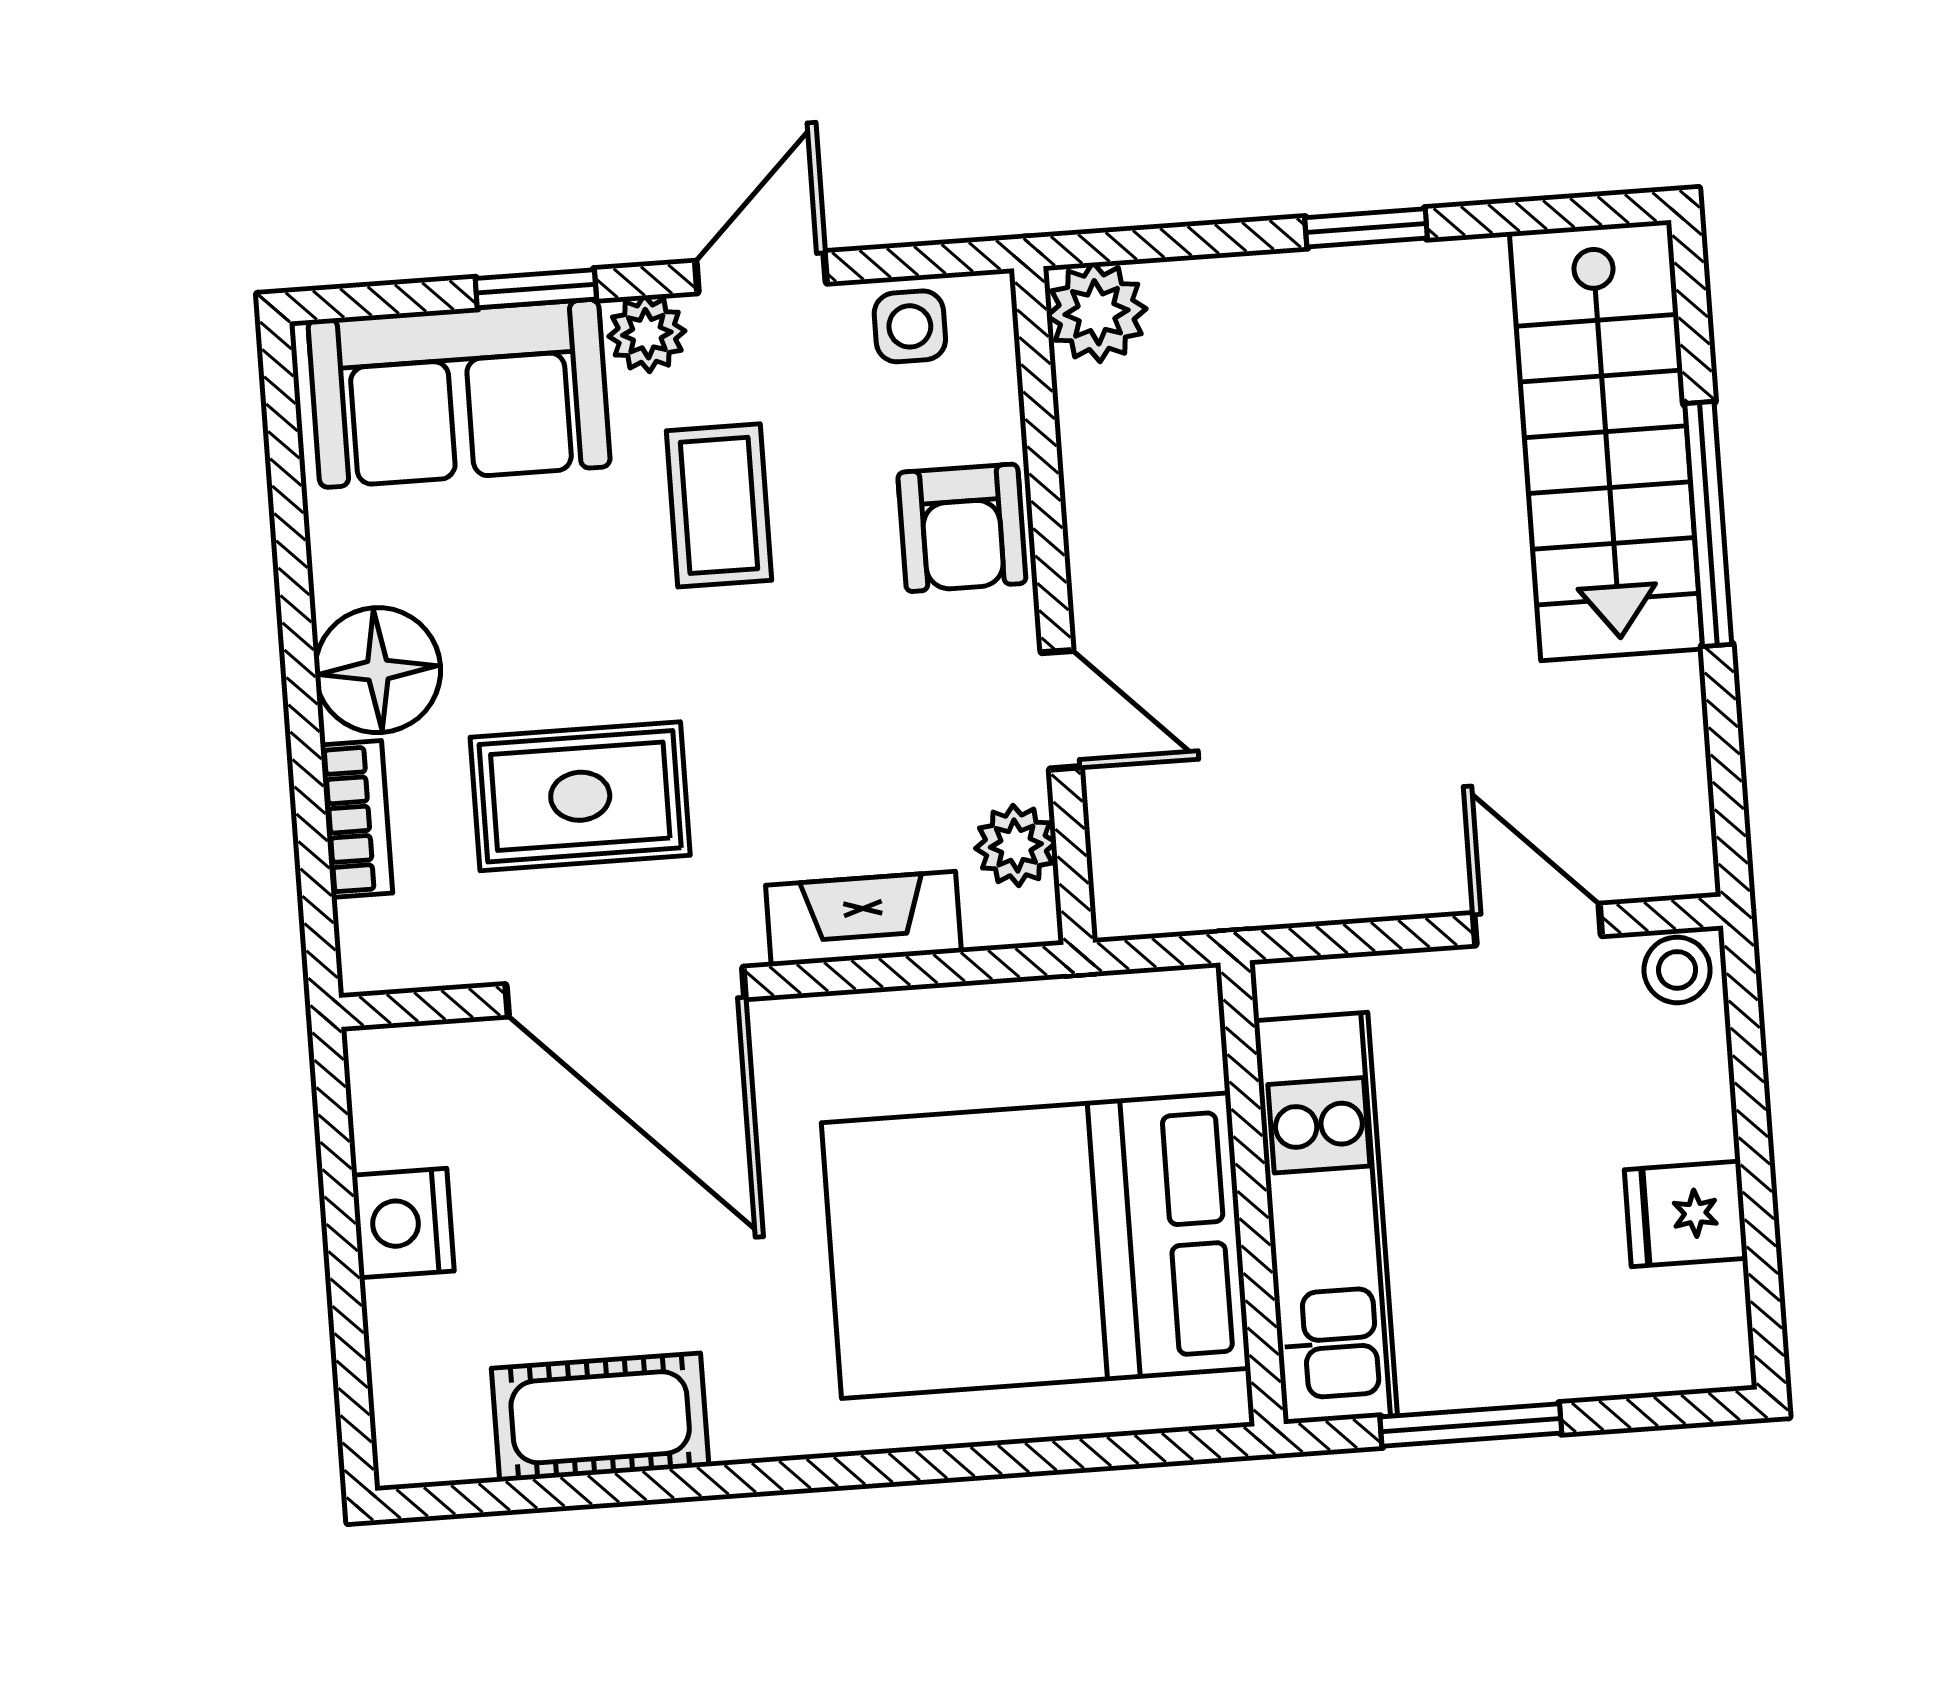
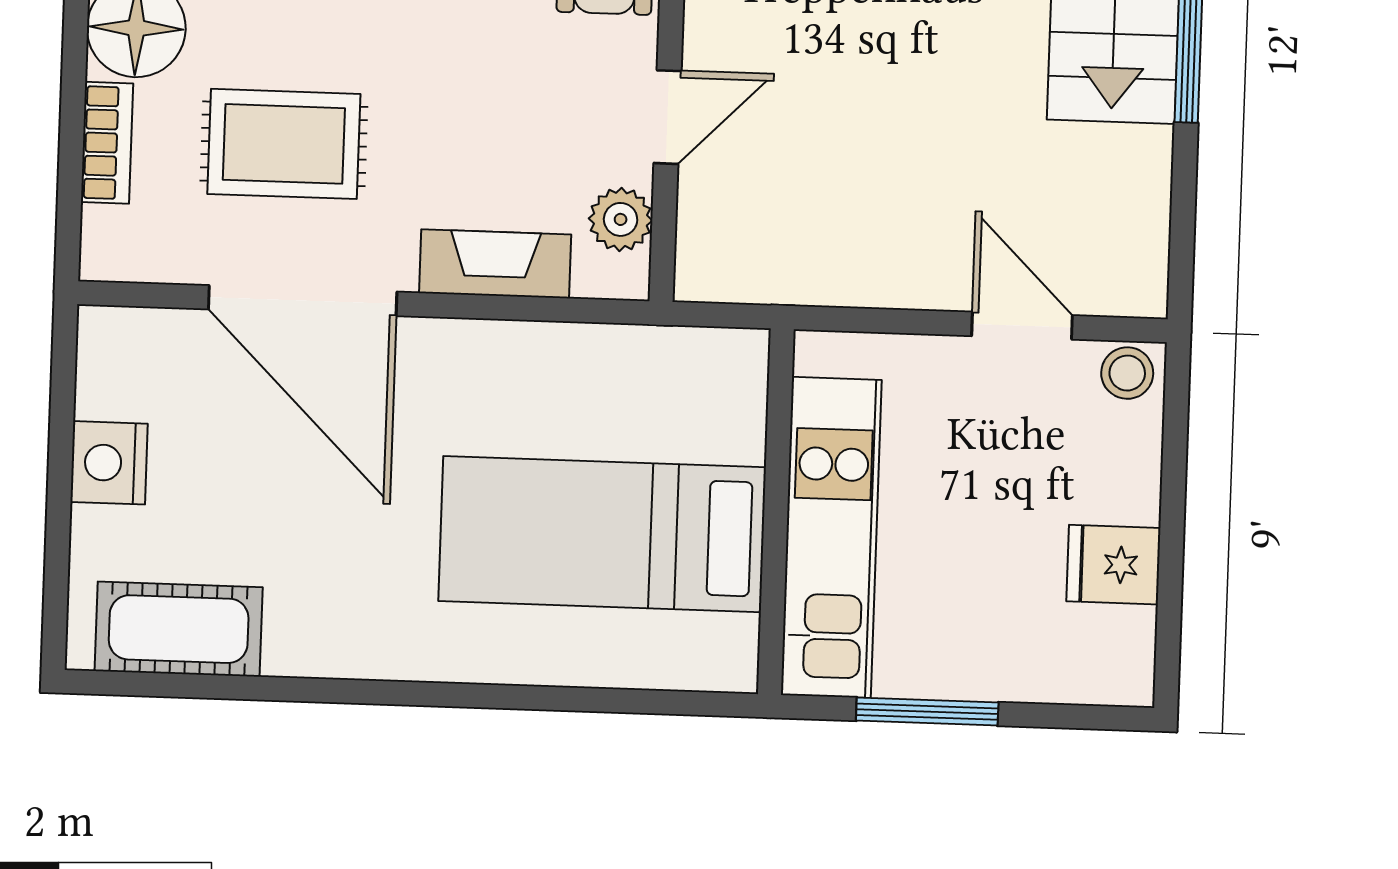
door: (1061, 710) -> (667, 117), hinge flipped
bed: (1036, 1246) -> (602, 534), width x0.67
cot: (600, 1417) -> (179, 629), moved

